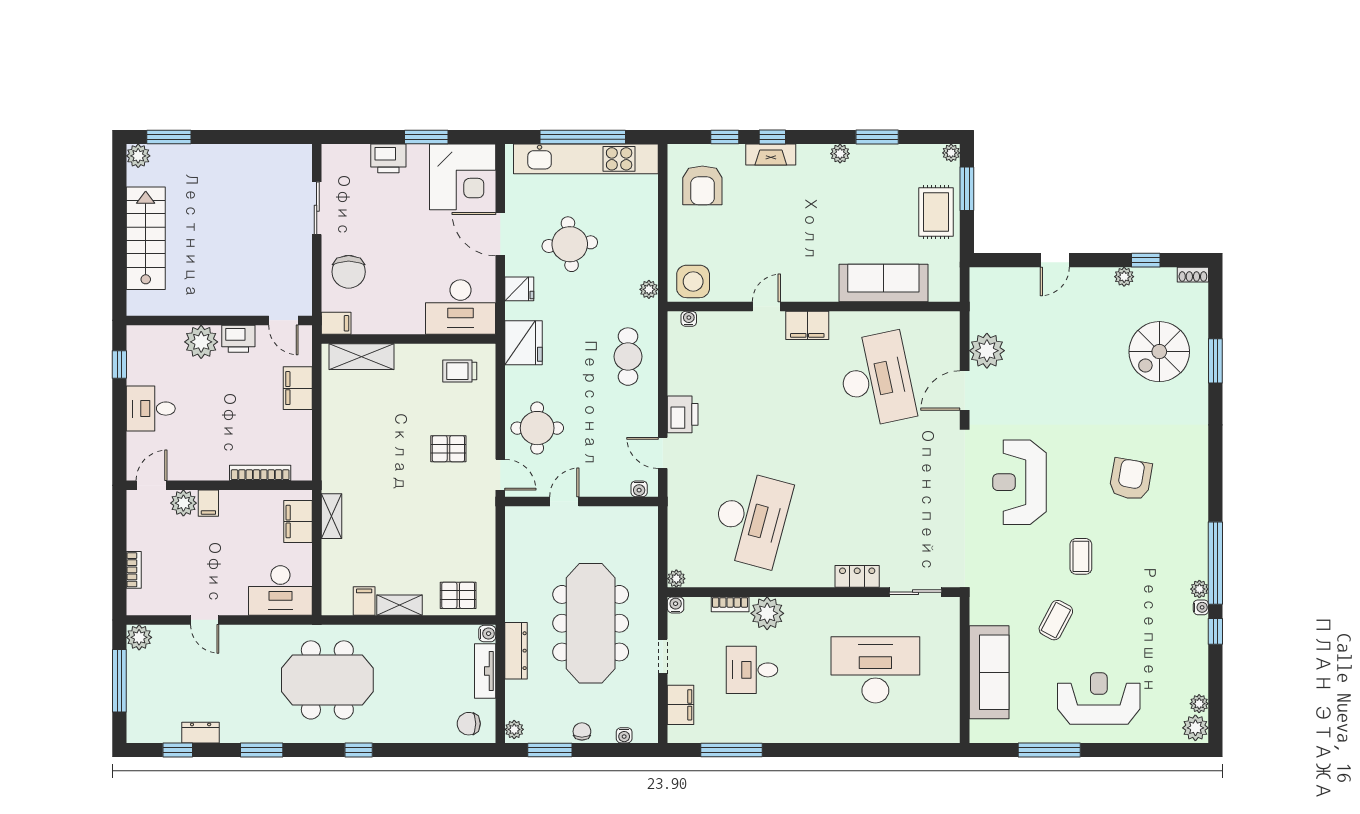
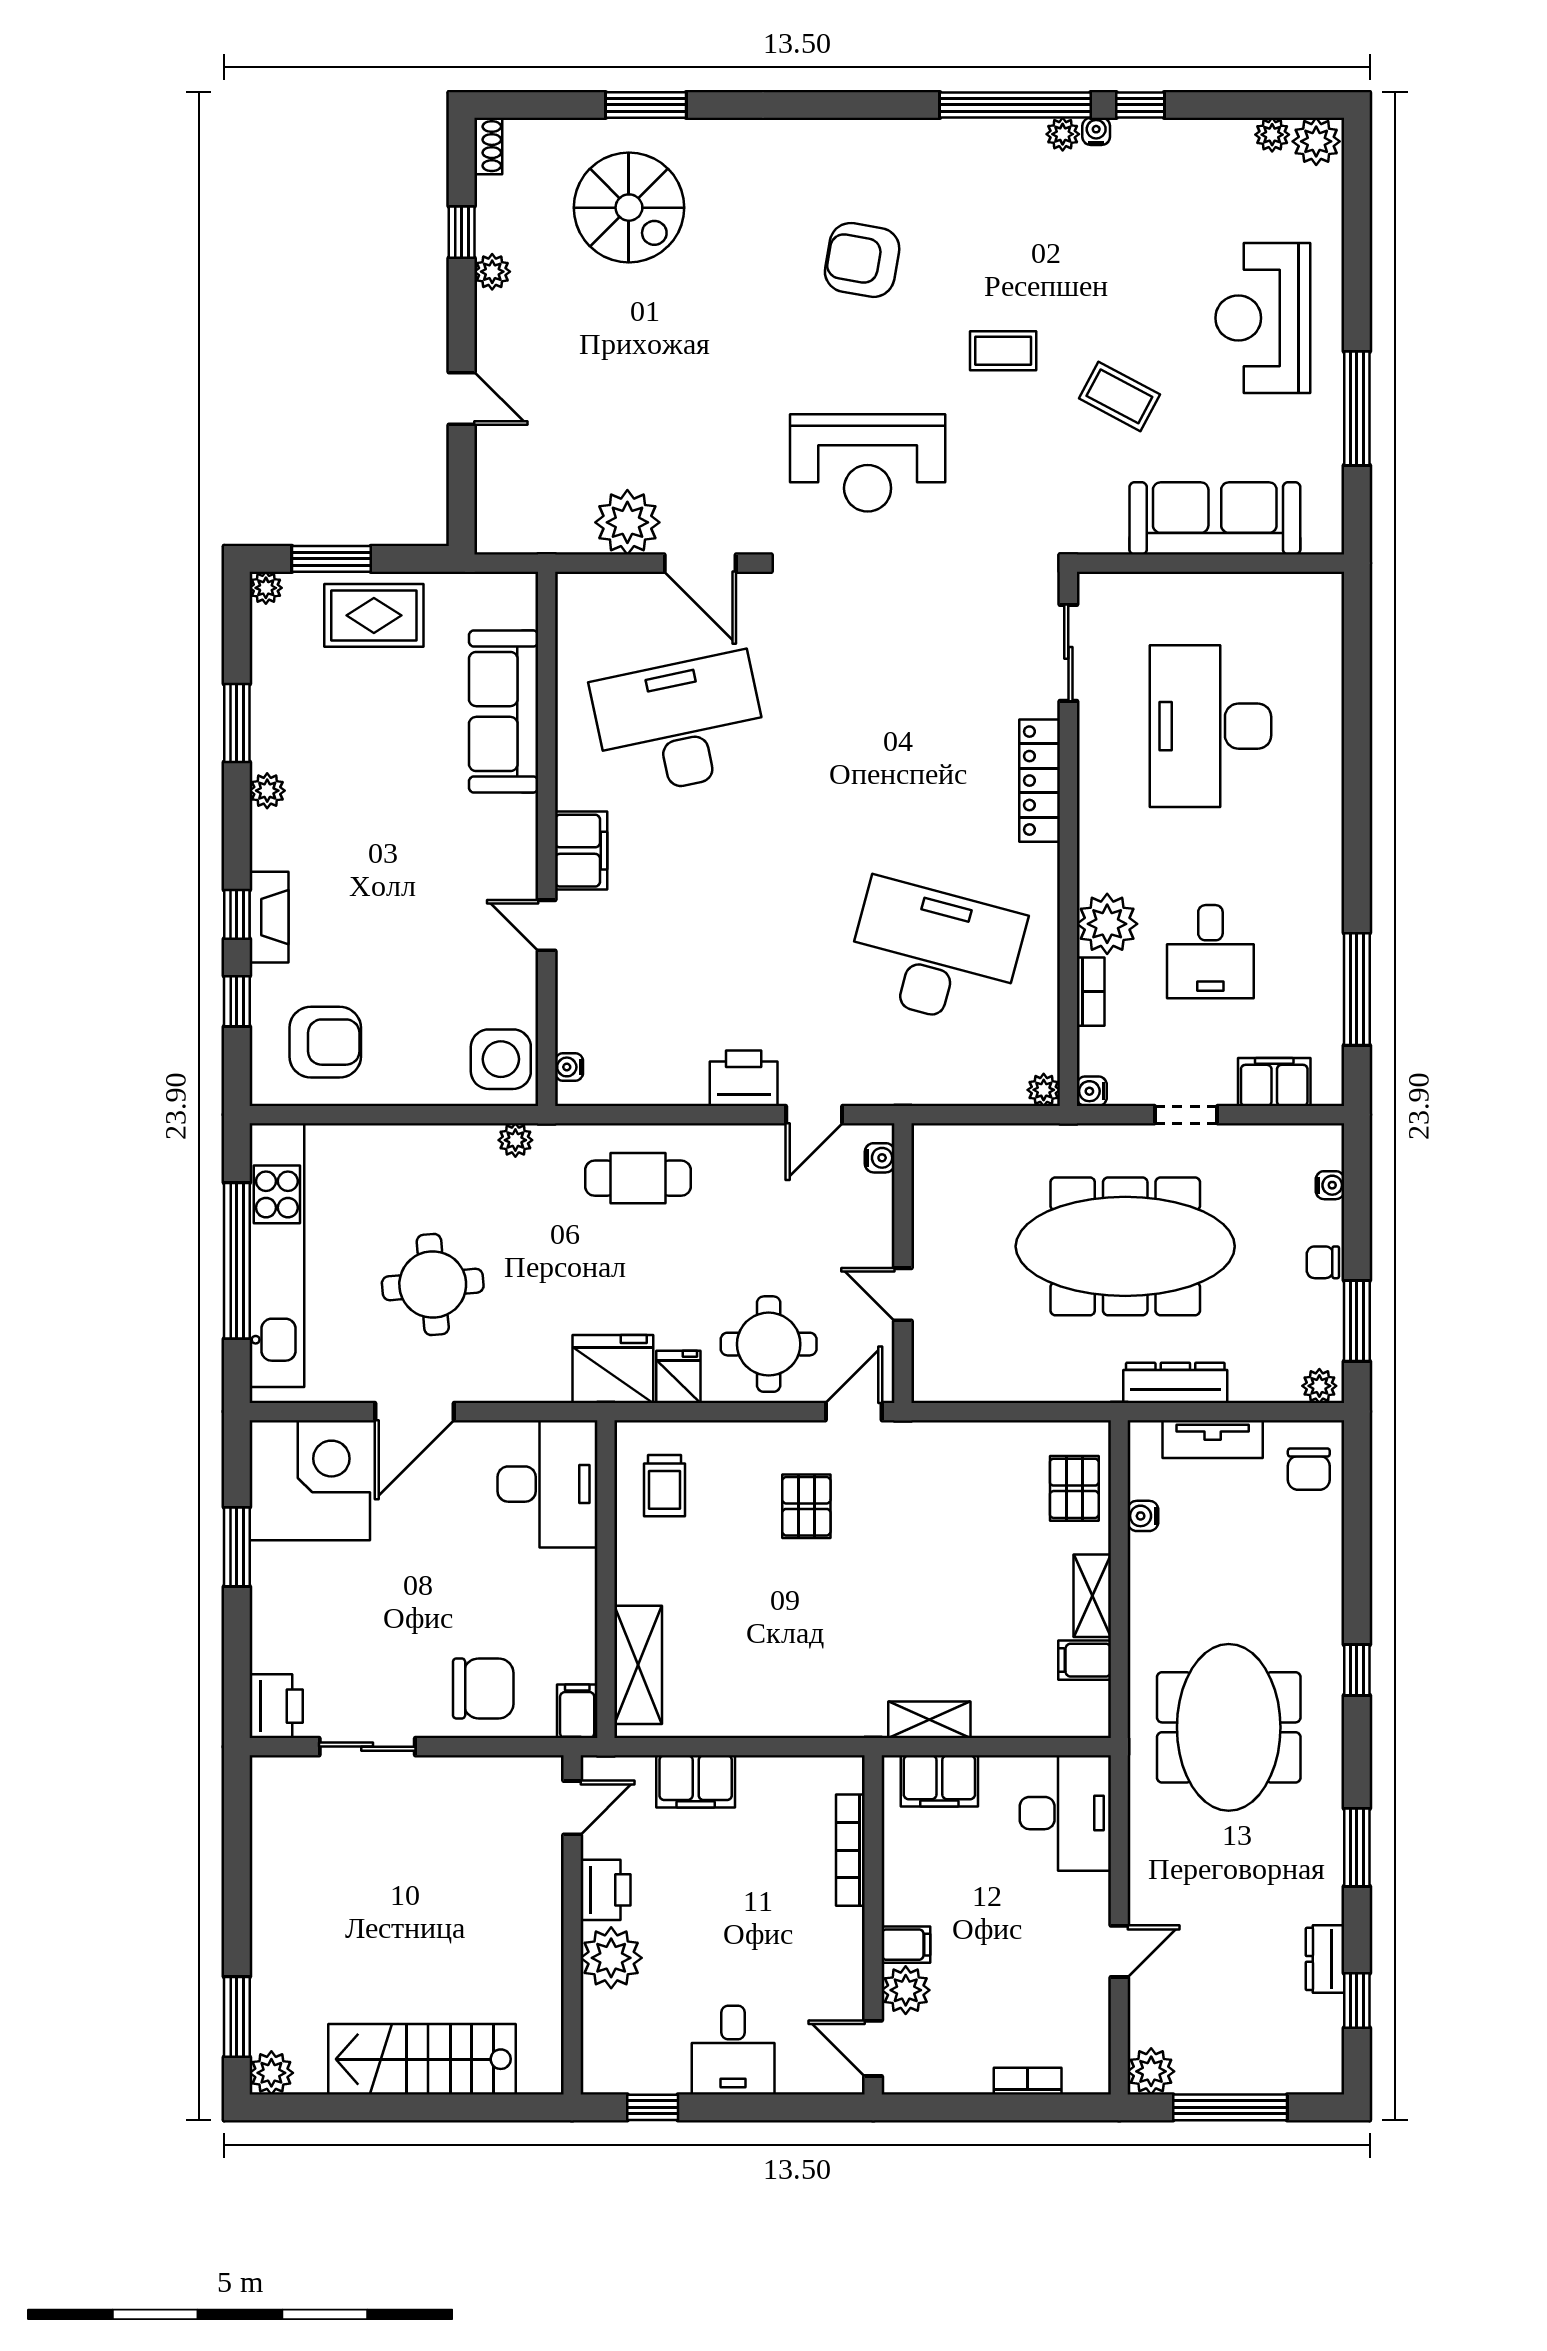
printer: (388, 158) -> (276, 1706), moved
fridge: (519, 289) -> (678, 1377), moved
locker: (857, 576) -> (1040, 781), width x1.53
water cooler: (487, 634) -> (1143, 1516), moved, turned -90

